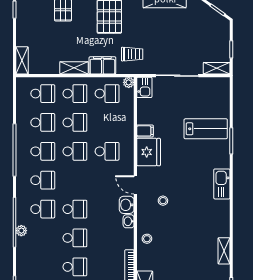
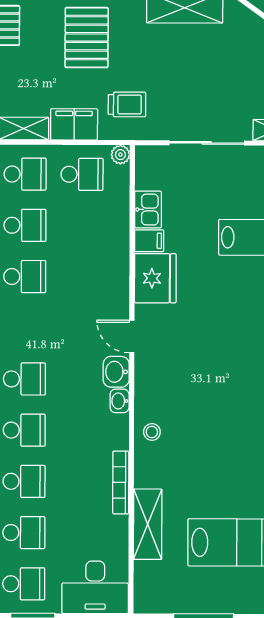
kitchen sink: (144, 87) -> (148, 210), moved
school desk: (107, 151) -> (82, 277), removed
stool: (163, 201) -> (181, 364), removed

